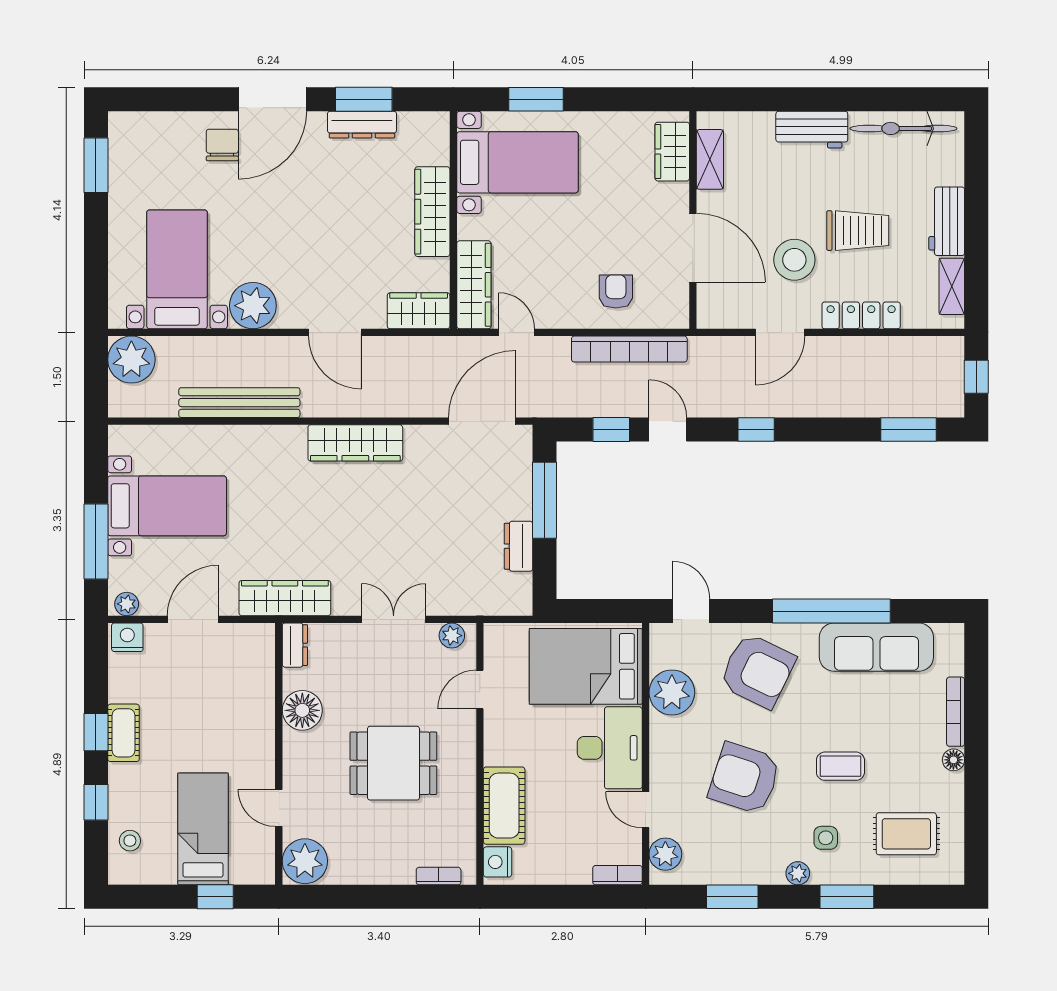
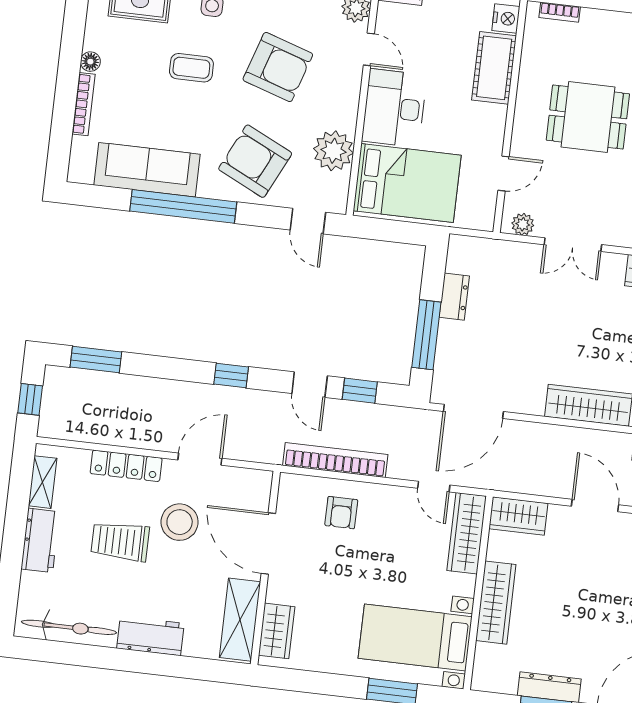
shelving: (710, 159) -> (240, 620), width x1.50, depth x1.33

